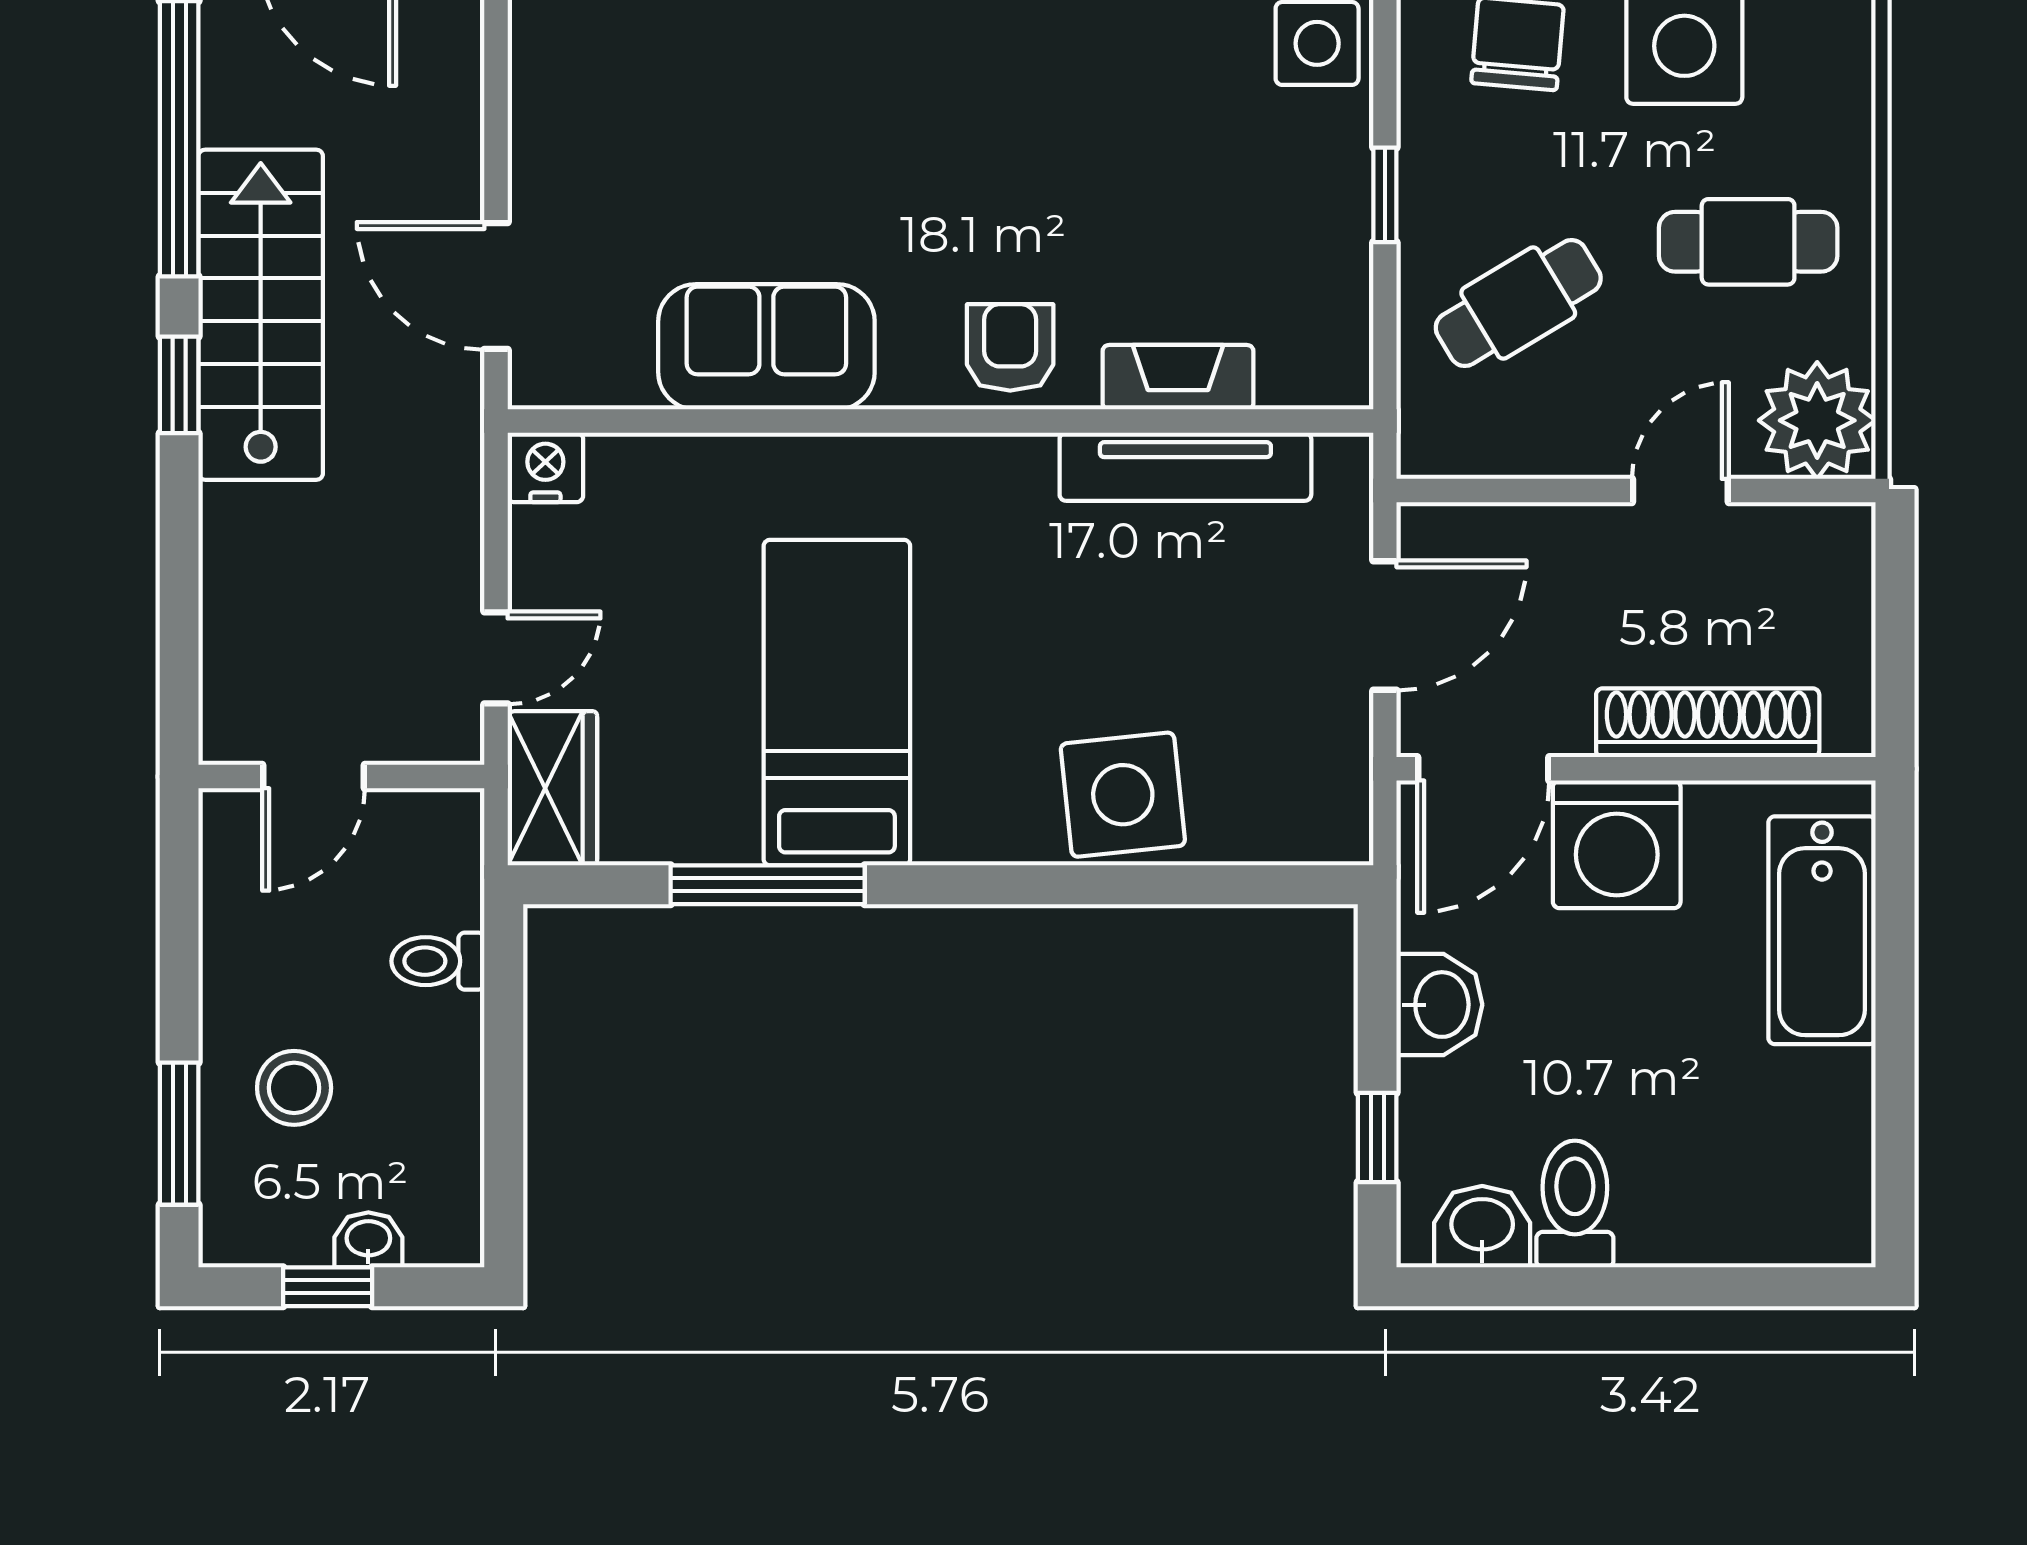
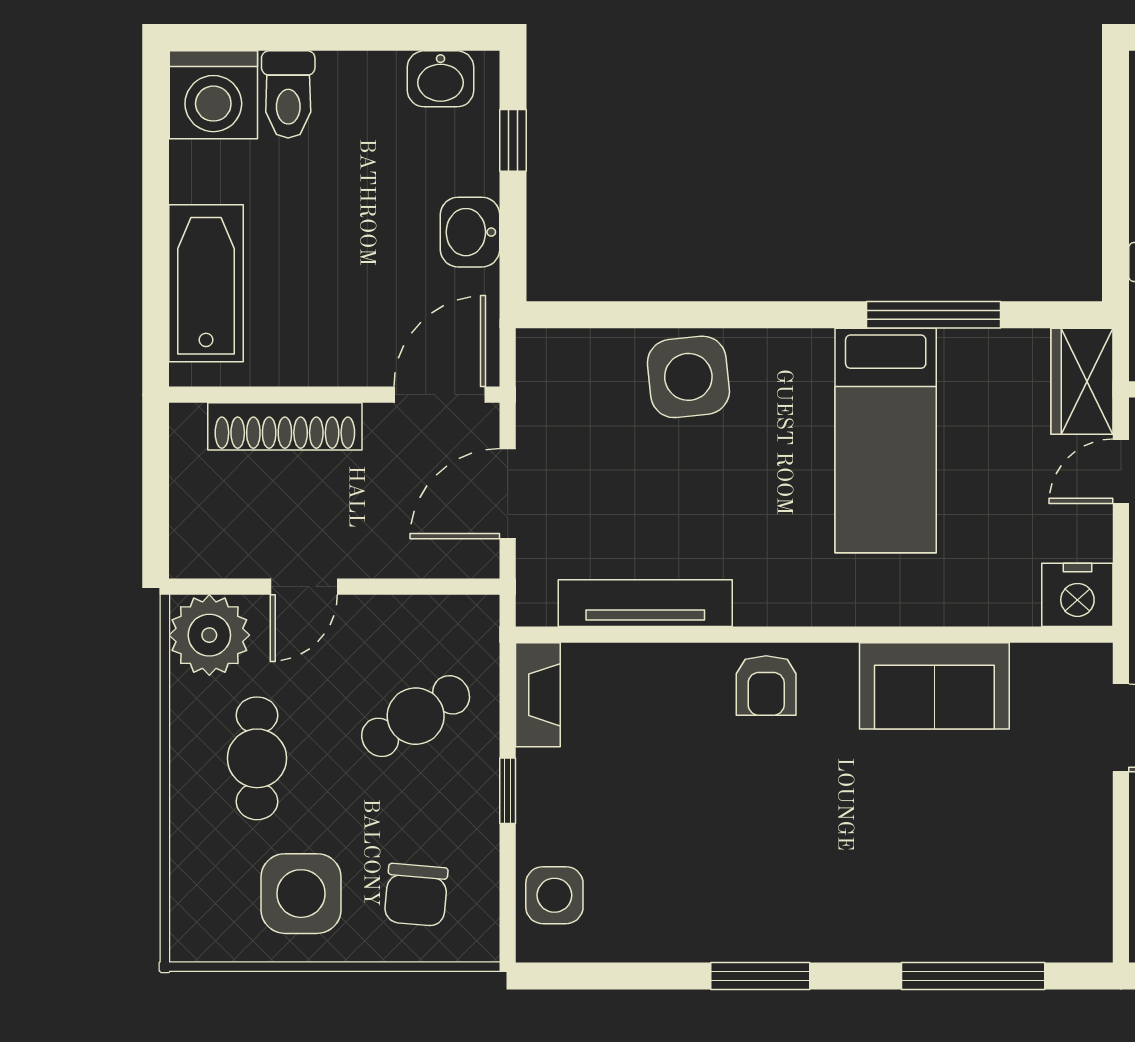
cafe table: (1748, 242) -> (257, 758), turned 90
fireplace: (1178, 377) -> (538, 695), moved, turned -90
nightstand: (545, 467) -> (1077, 595), width x1.36, depth x1.33
washing machine: (1617, 844) -> (213, 95), moved, turned 180
toilet: (1575, 1204) -> (288, 94), moved

